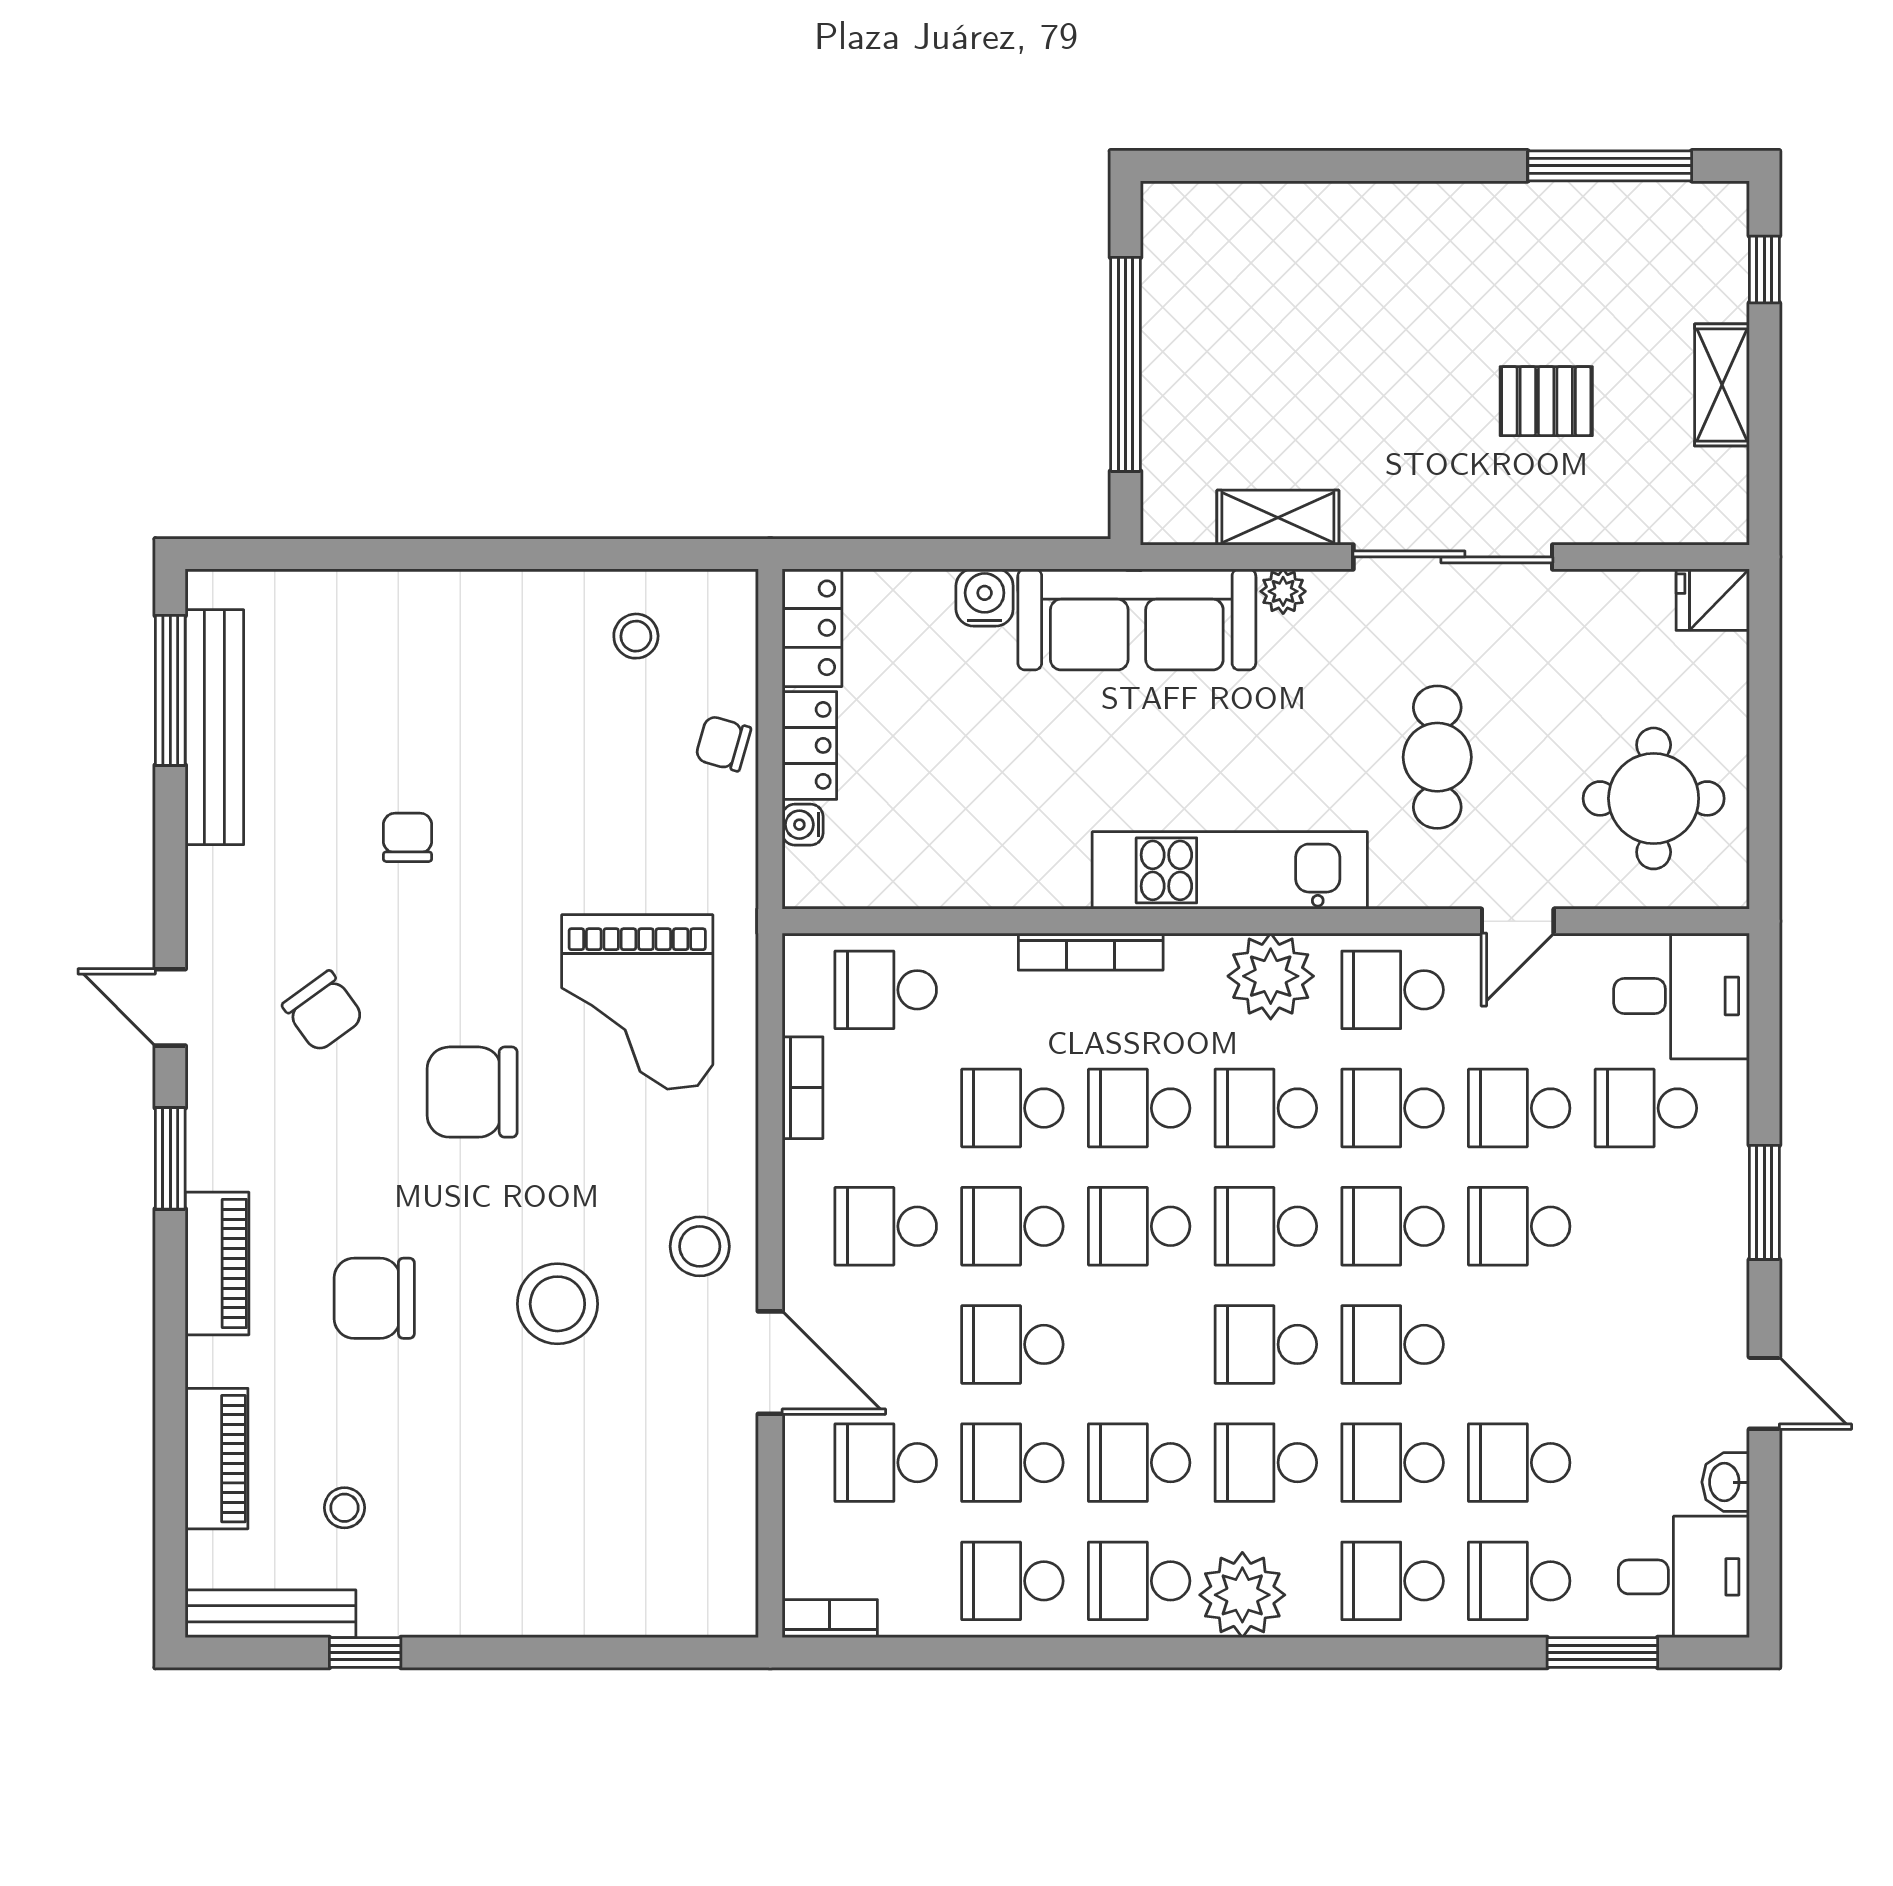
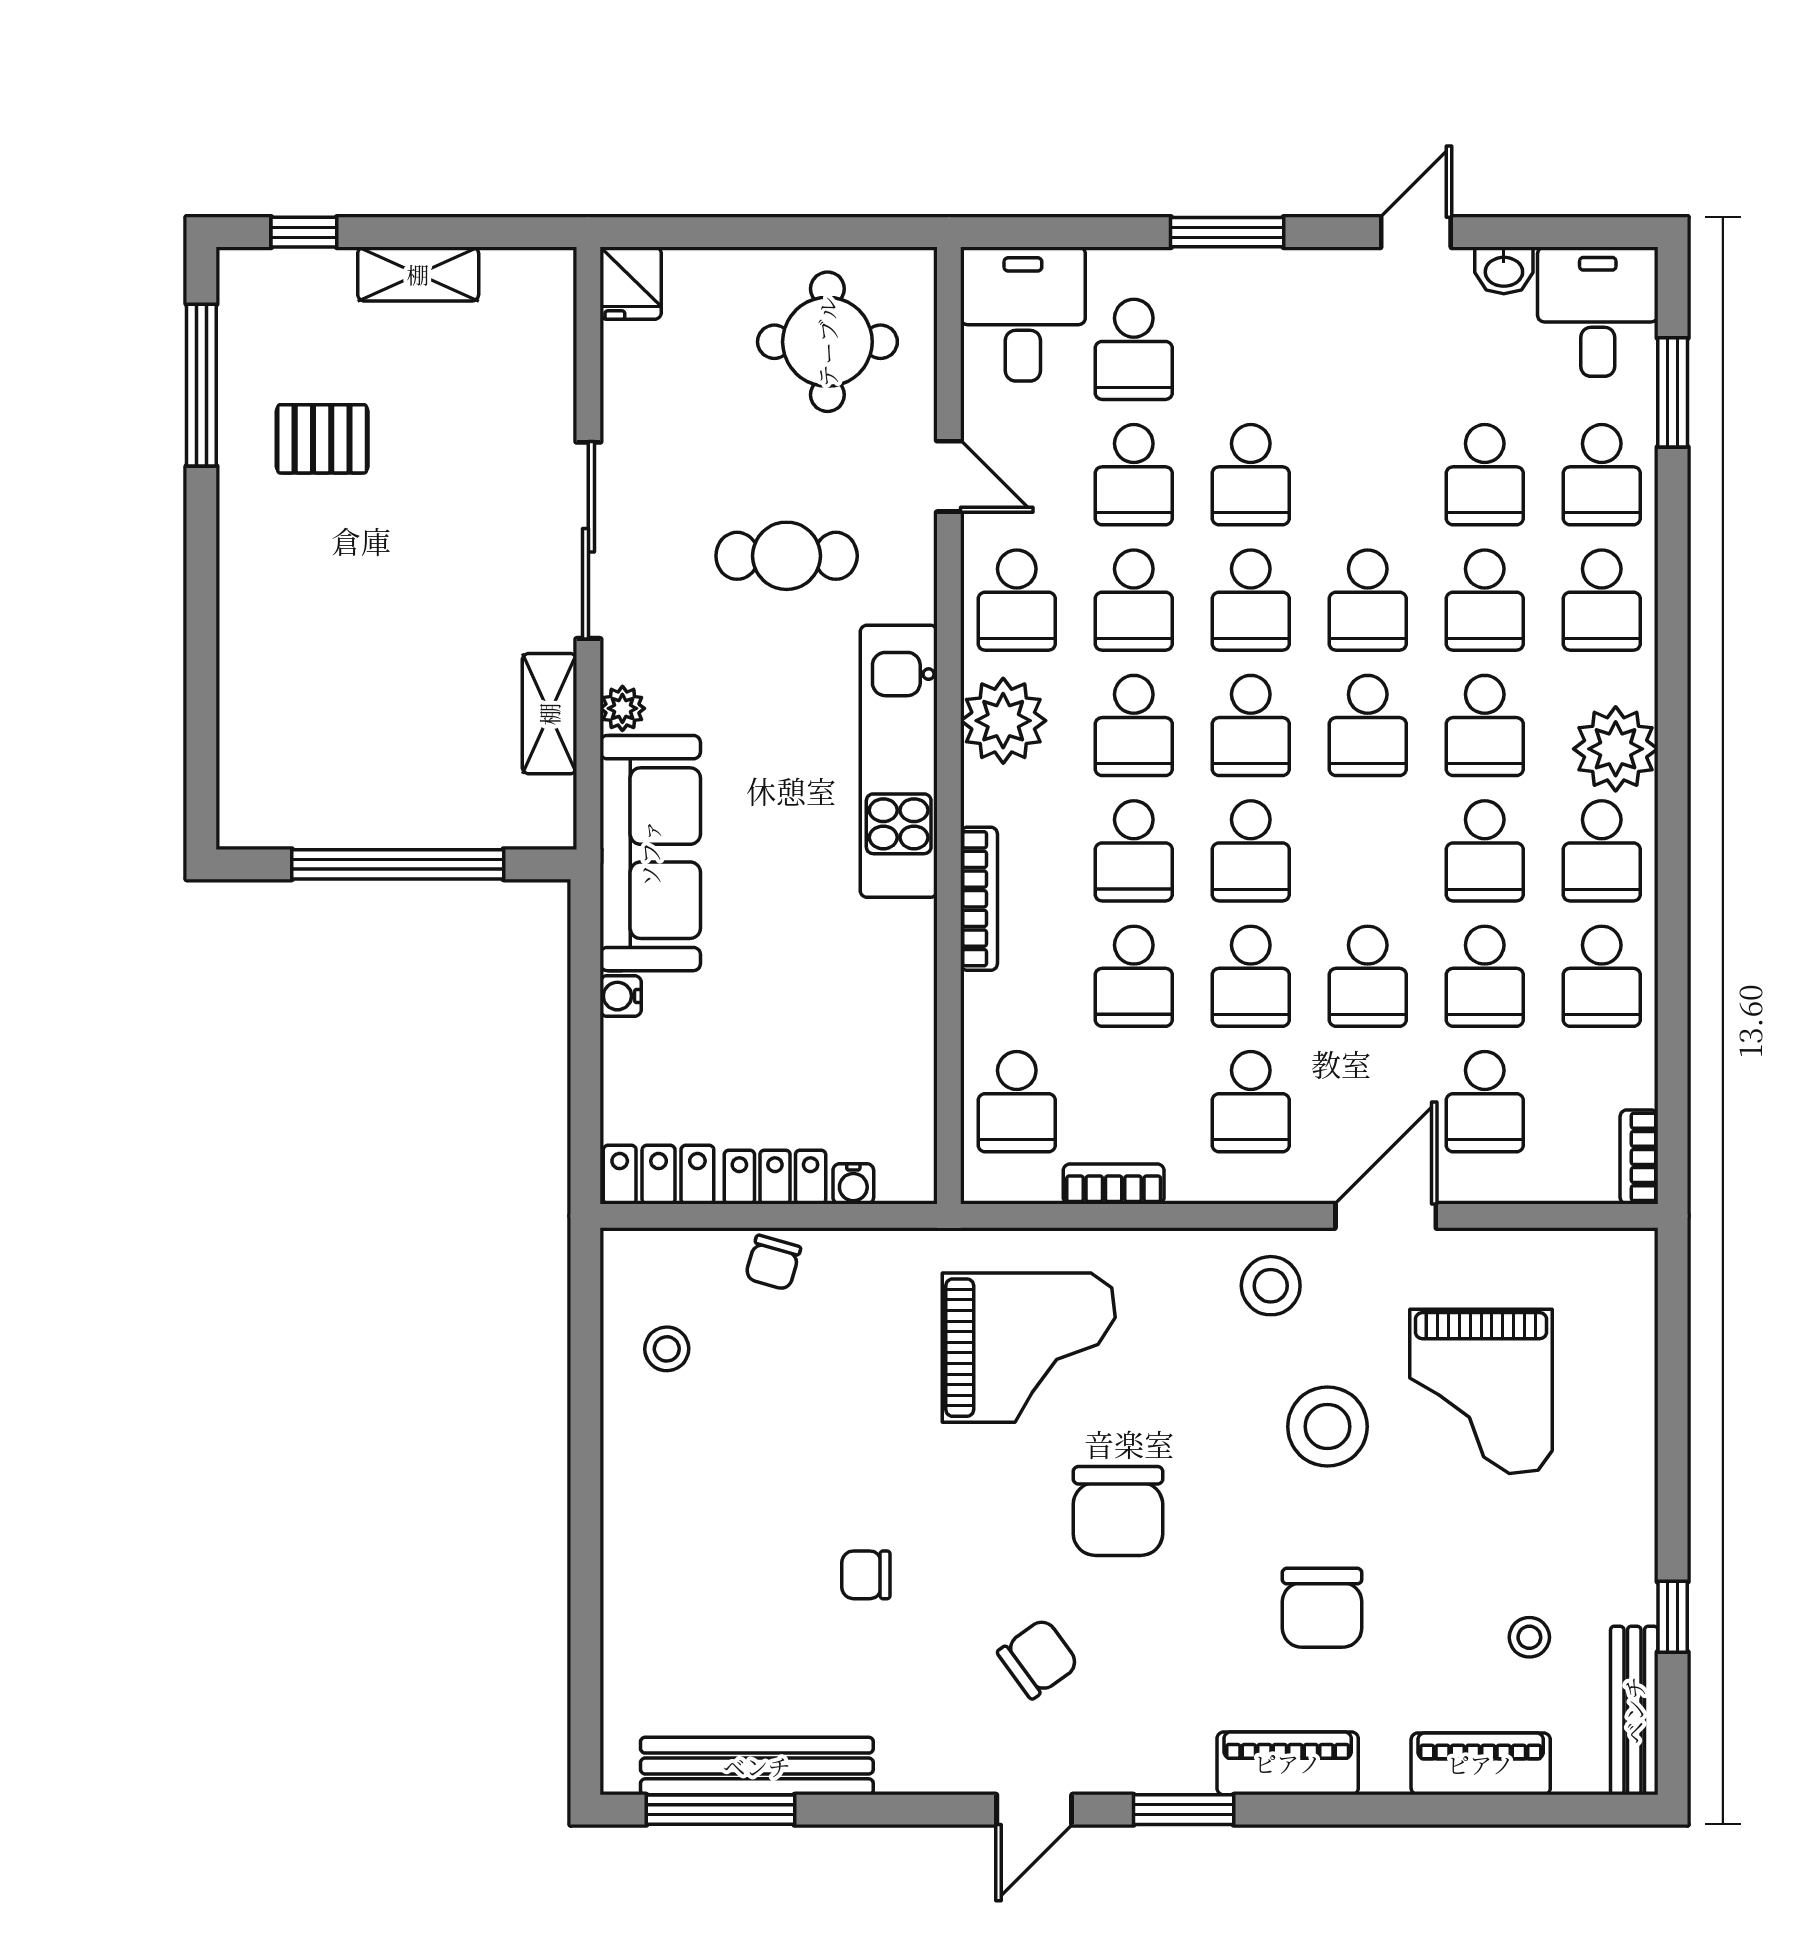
pallet: (1546, 401) -> (322, 439), moved, turned 90
water cooler: (985, 597) -> (621, 996), width x0.72, depth x0.72
grand piano: (593, 1459) -> (1481, 1391), added

